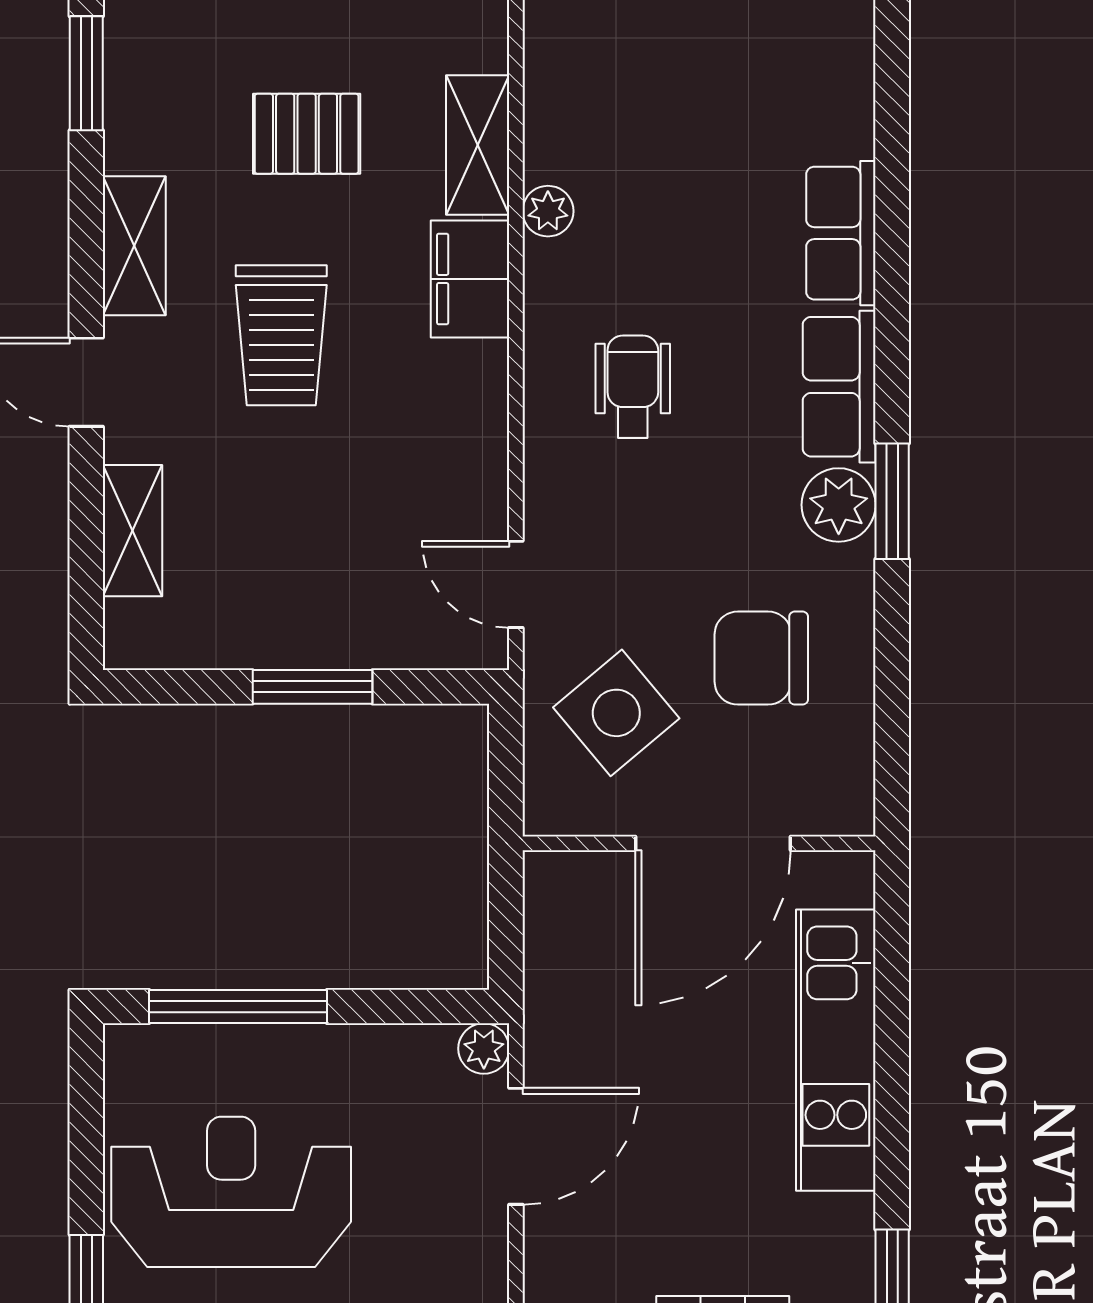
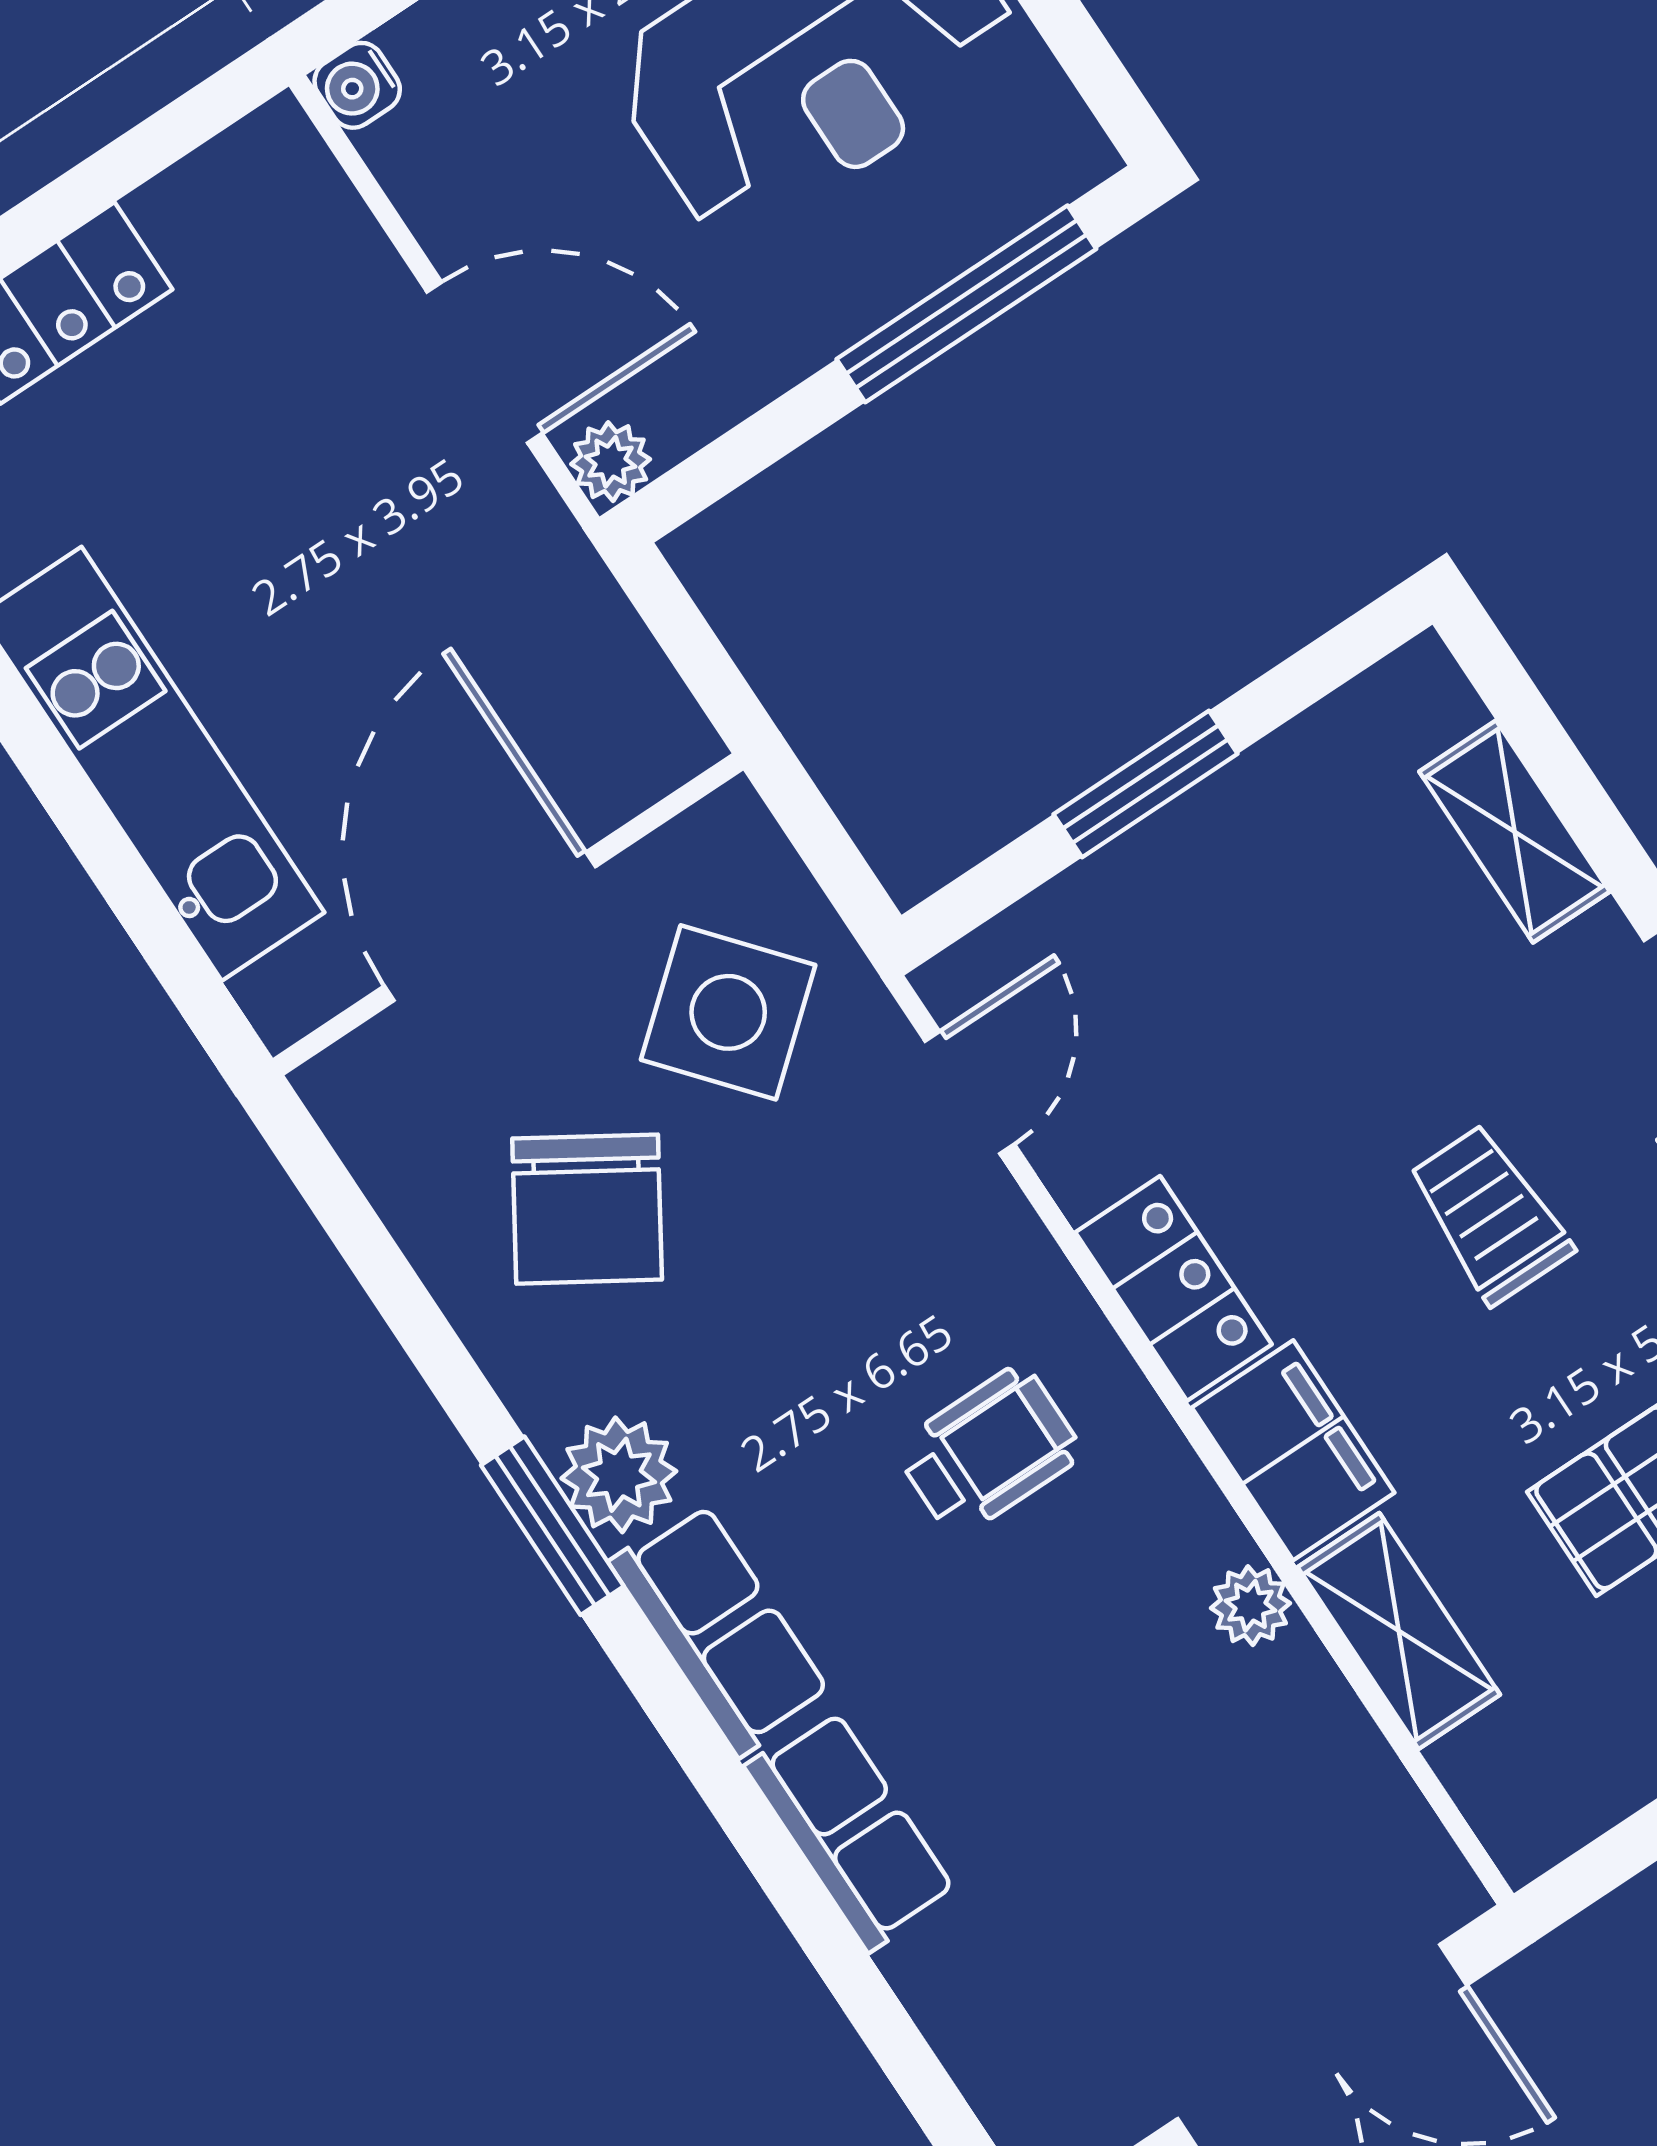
trolley: (281, 335) -> (1490, 1214), width x0.73, depth x0.72
wheelchair: (633, 387) -> (988, 1451), turned -90
locker: (476, 408) -> (1174, 1288), added
door: (516, 584) -> (970, 1093), hinge flipped
chair: (761, 658) -> (587, 1209), turned 122
door: (516, 1146) -> (485, 362), swing flipped

